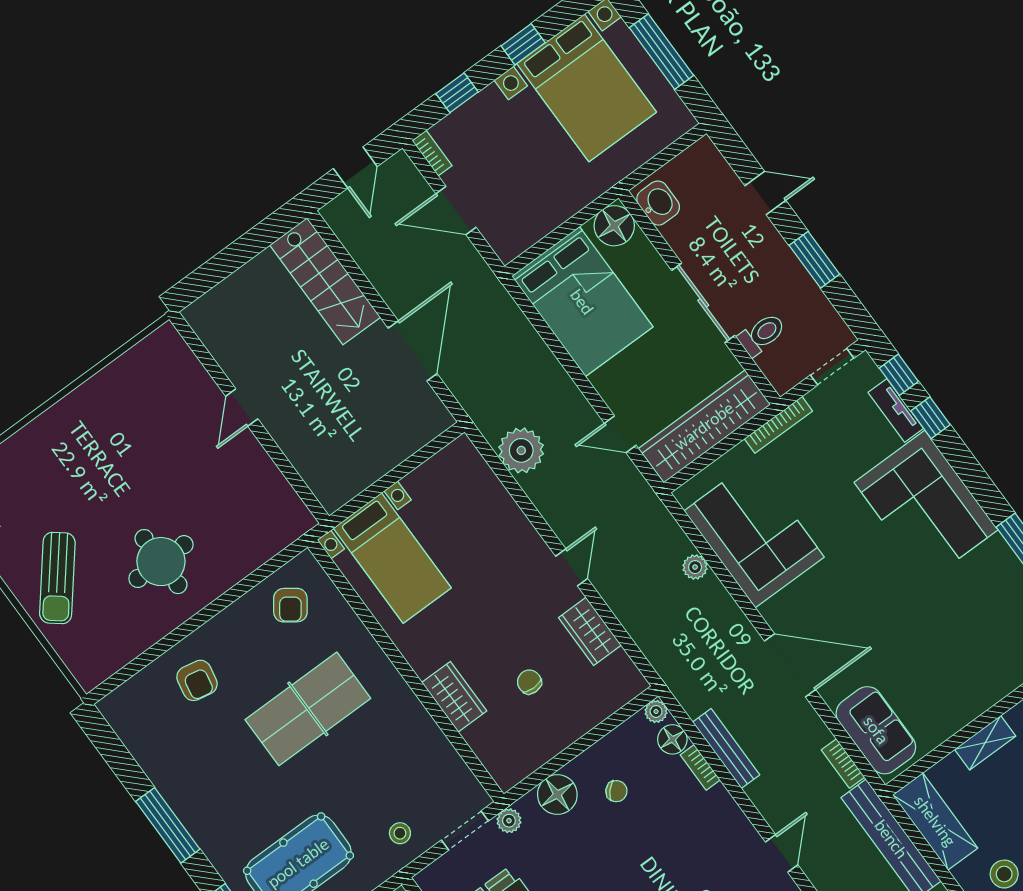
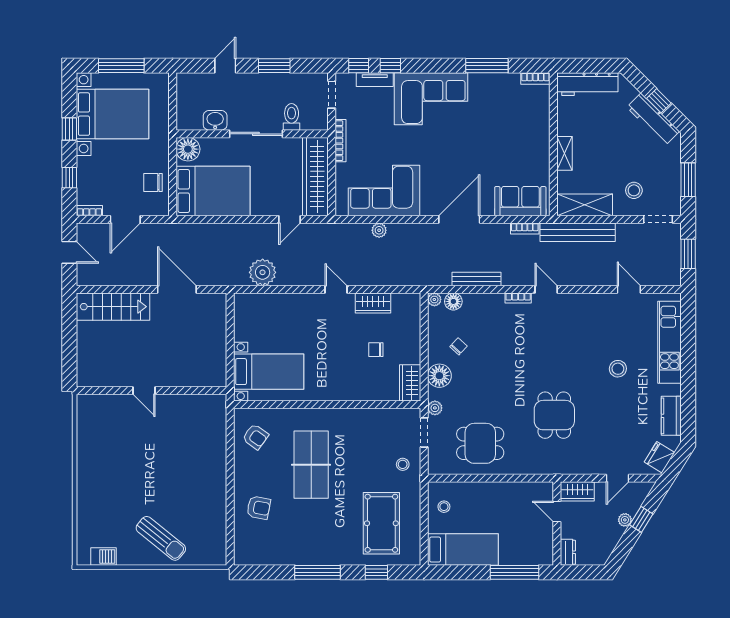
washbasin: (658, 203) -> (215, 120), moved
chair: (534, 212) -> (153, 183), added
round table: (161, 562) -> (189, 483), removed
wardrobe: (454, 697) -> (410, 383), moved, turned -90
bookcase: (700, 767) -> (518, 298), moved

